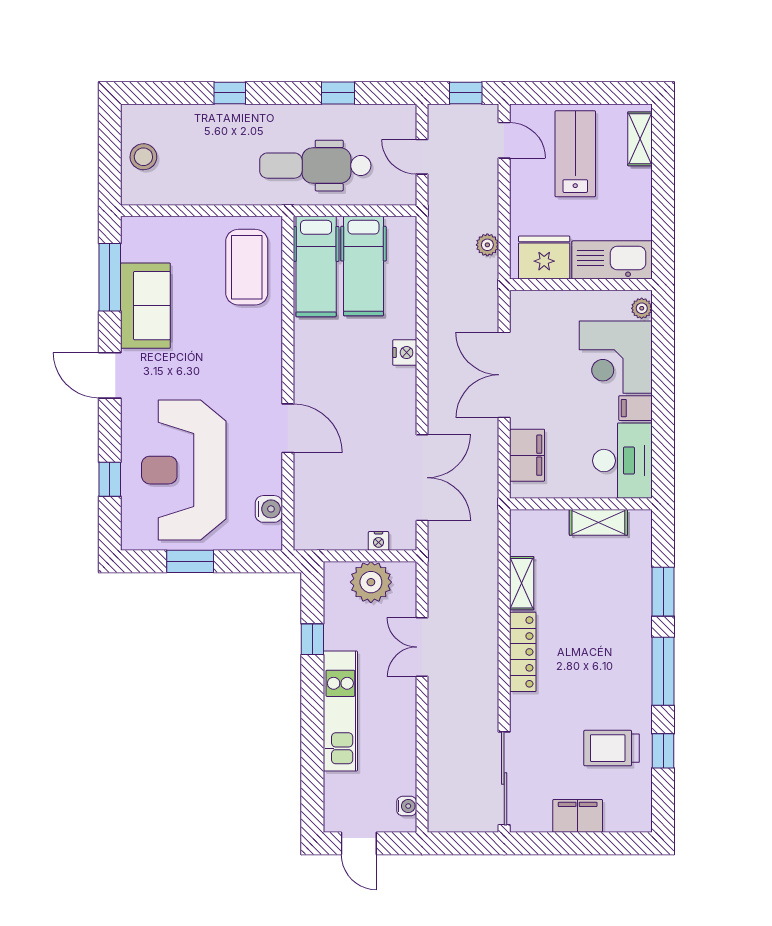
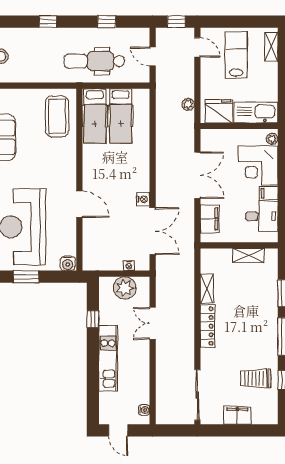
nightstand: (405, 353) -> (143, 199), moved
double door: (504, 375) -> (197, 175), swing flipped
desk: (622, 461) -> (262, 216), width x0.73
water cooler: (269, 509) -> (68, 263), moved, turned 90

